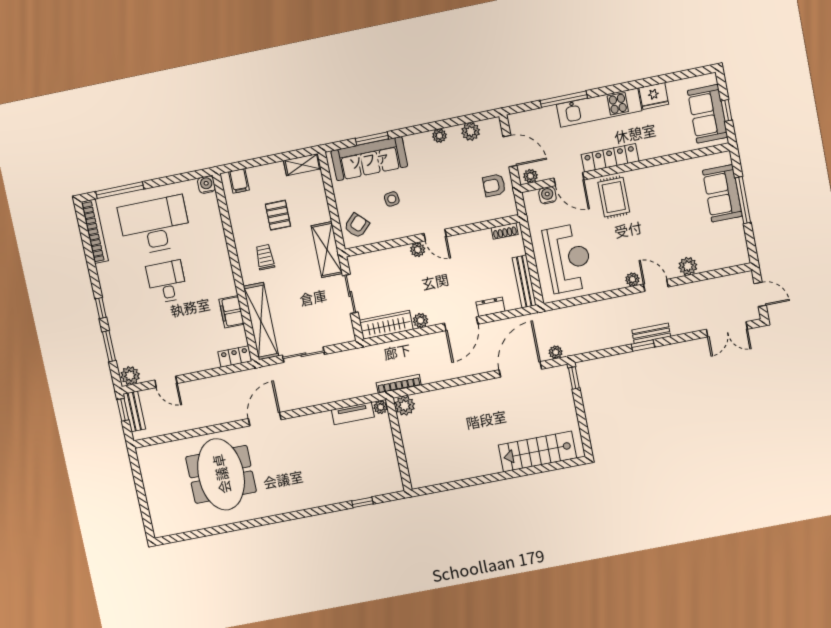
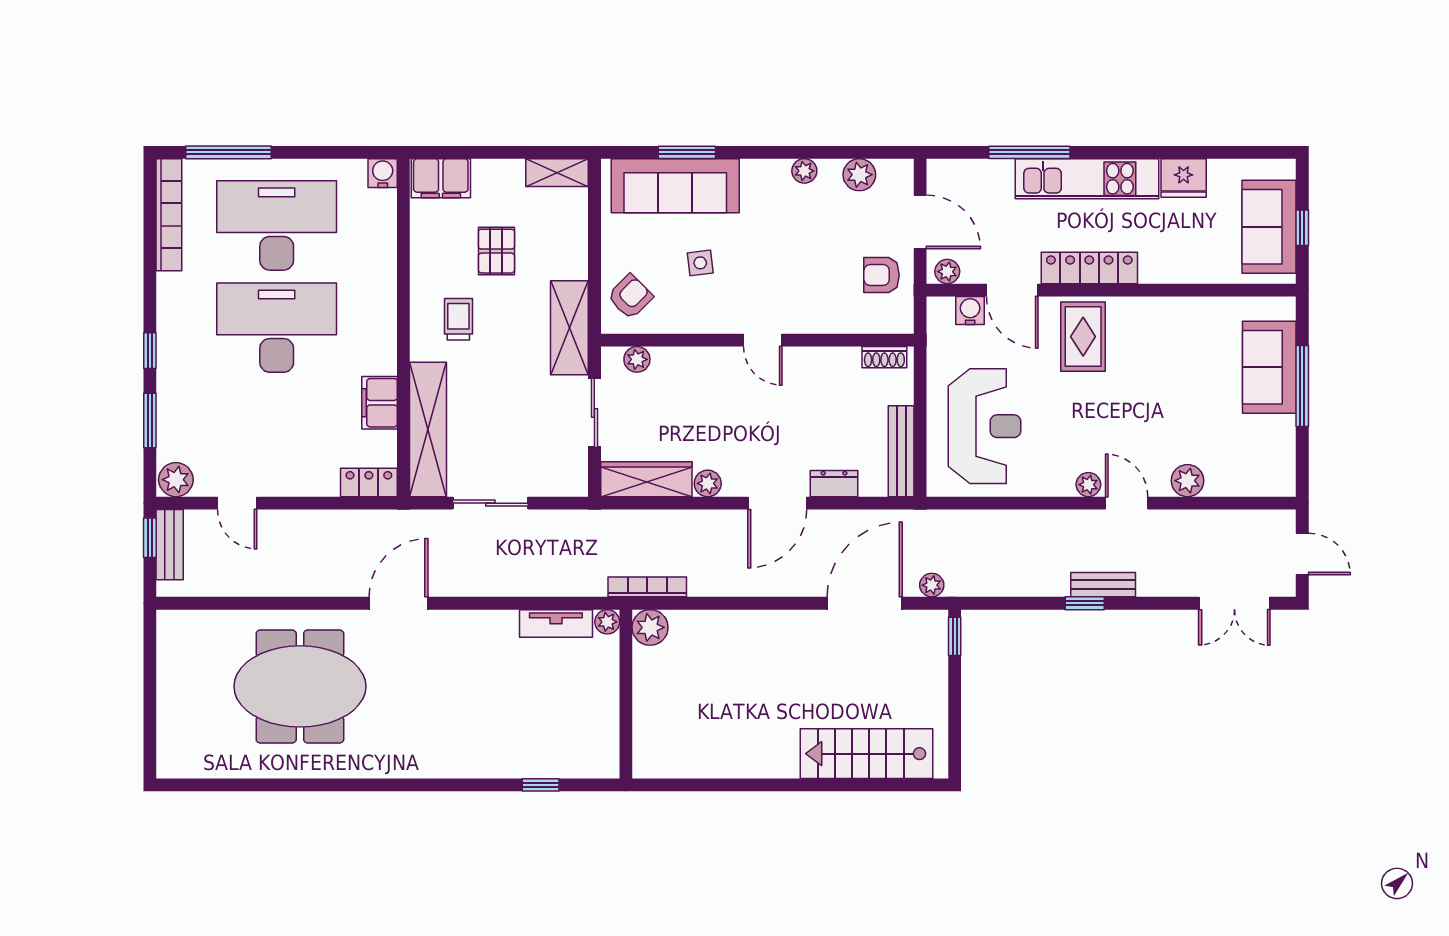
filing cabinet: (239, 181) -> (441, 178), width x2.00
plant: (418, 250) -> (637, 359), moved
desk: (167, 282) -> (277, 328), width x1.87, depth x1.30
meeting table: (221, 474) -> (300, 686), turned 90

